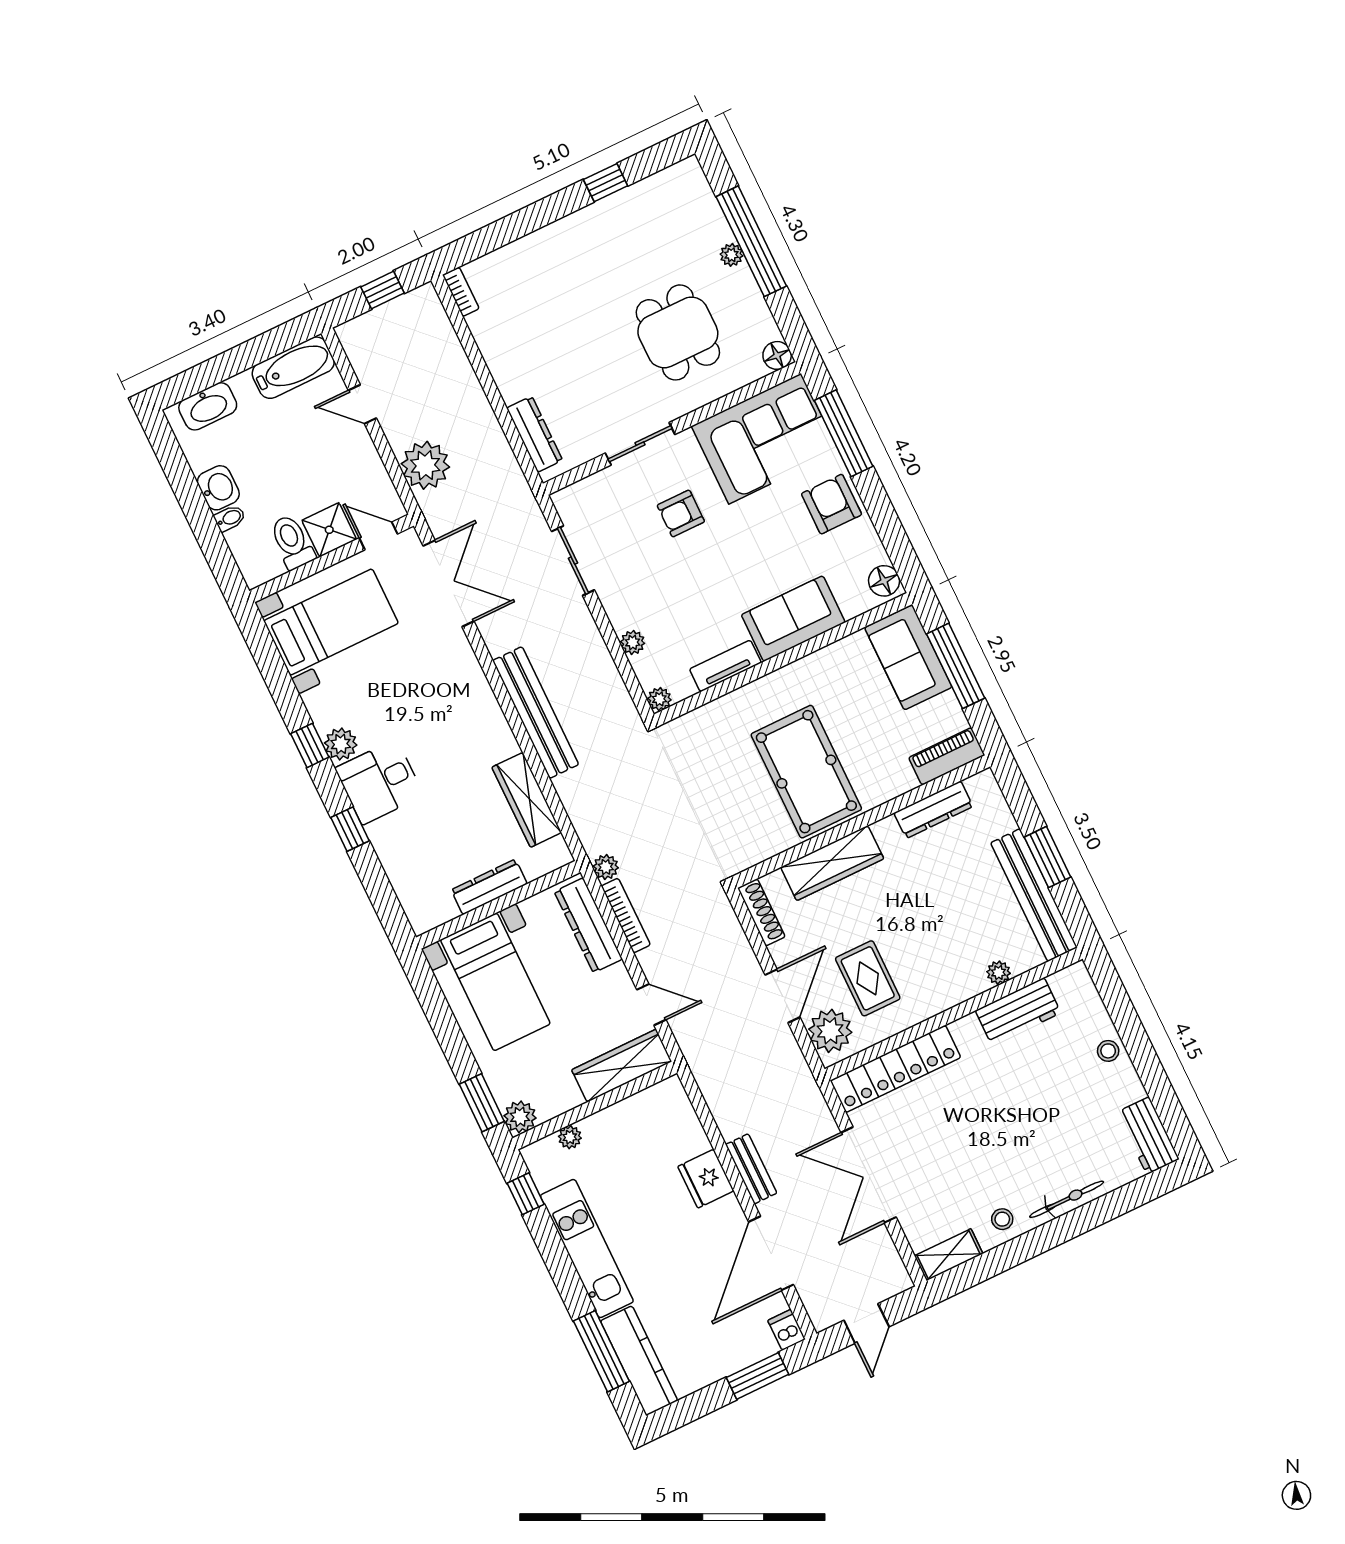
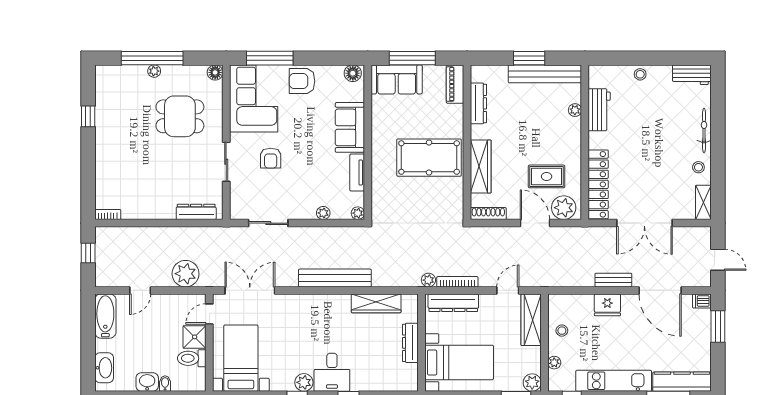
stool: (628, 1124) -> (562, 331), added

